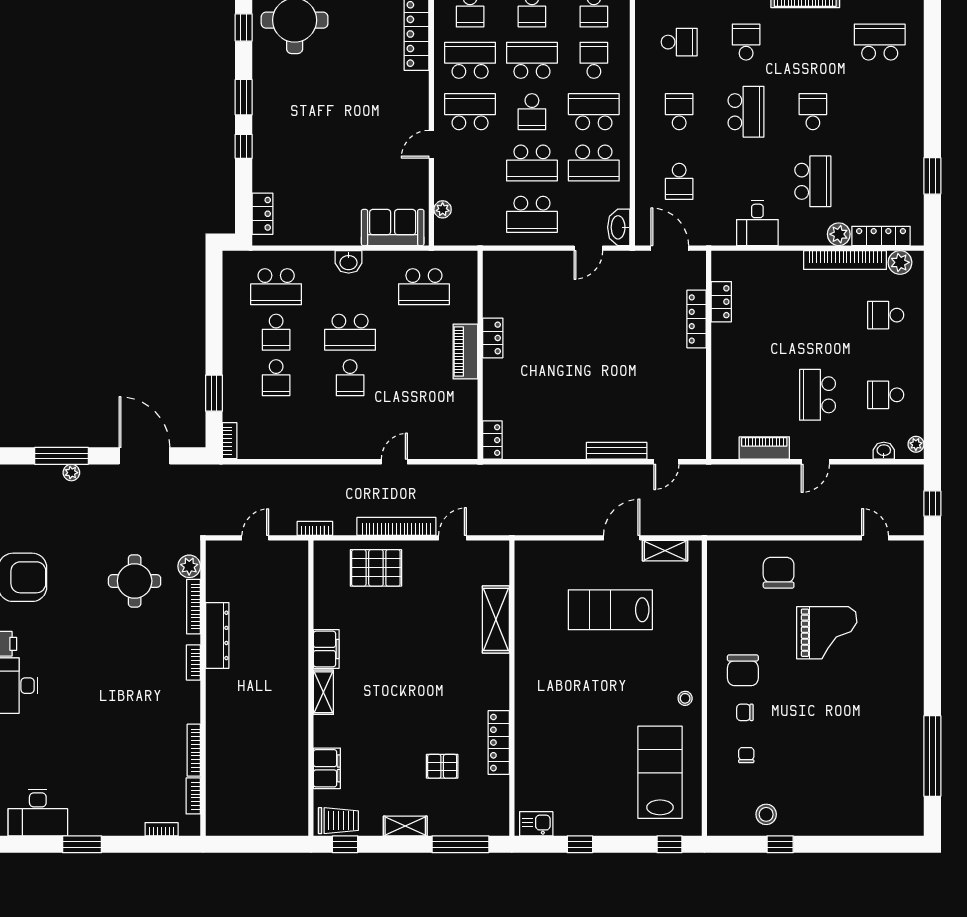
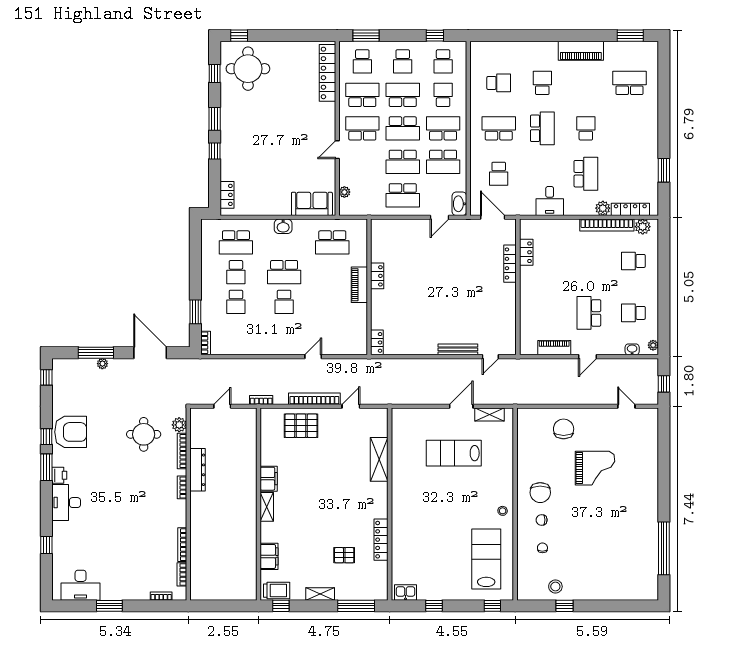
school desk: (532, 112) -> (403, 128), width x1.85
school desk: (679, 112) -> (499, 128), width x1.85

